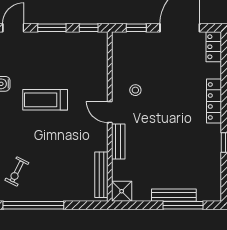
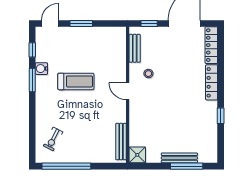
window: (89, 28) -> (111, 23), removed
locker: (214, 47) -> (211, 45), width x1.53
treadmill: (45, 100) -> (76, 81), turned 180
bench: (118, 141) -> (135, 48), moved

